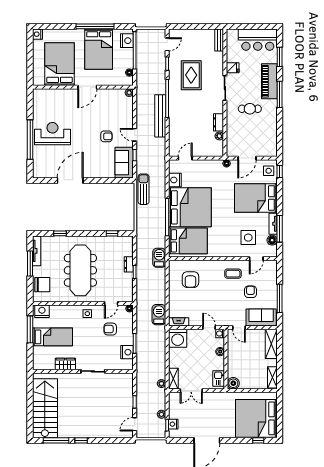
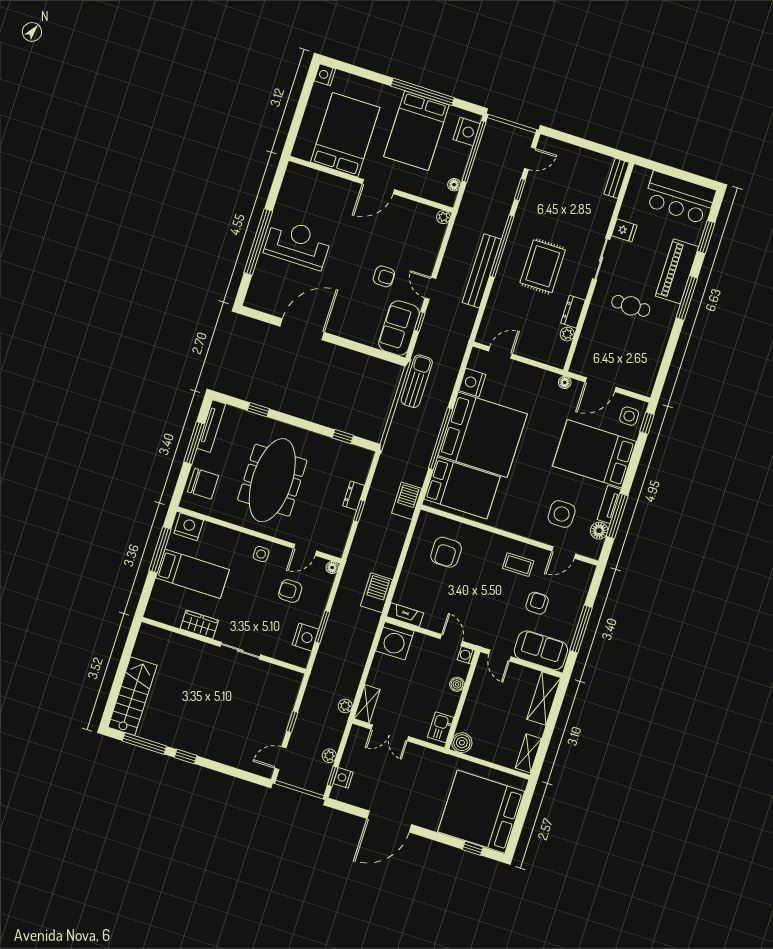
rug: (191, 75) -> (543, 266), moved
stairs: (45, 408) -> (132, 696), width x0.73, depth x0.66

